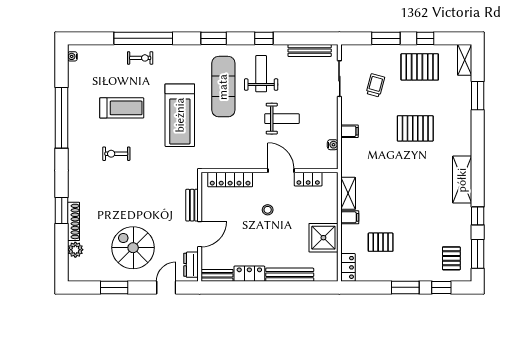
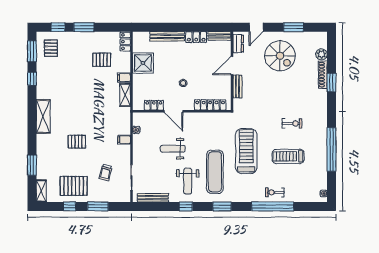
pallet: (415, 128) -> (77, 142), width x0.67, depth x0.71
shelving: (462, 180) -> (43, 116), moved

